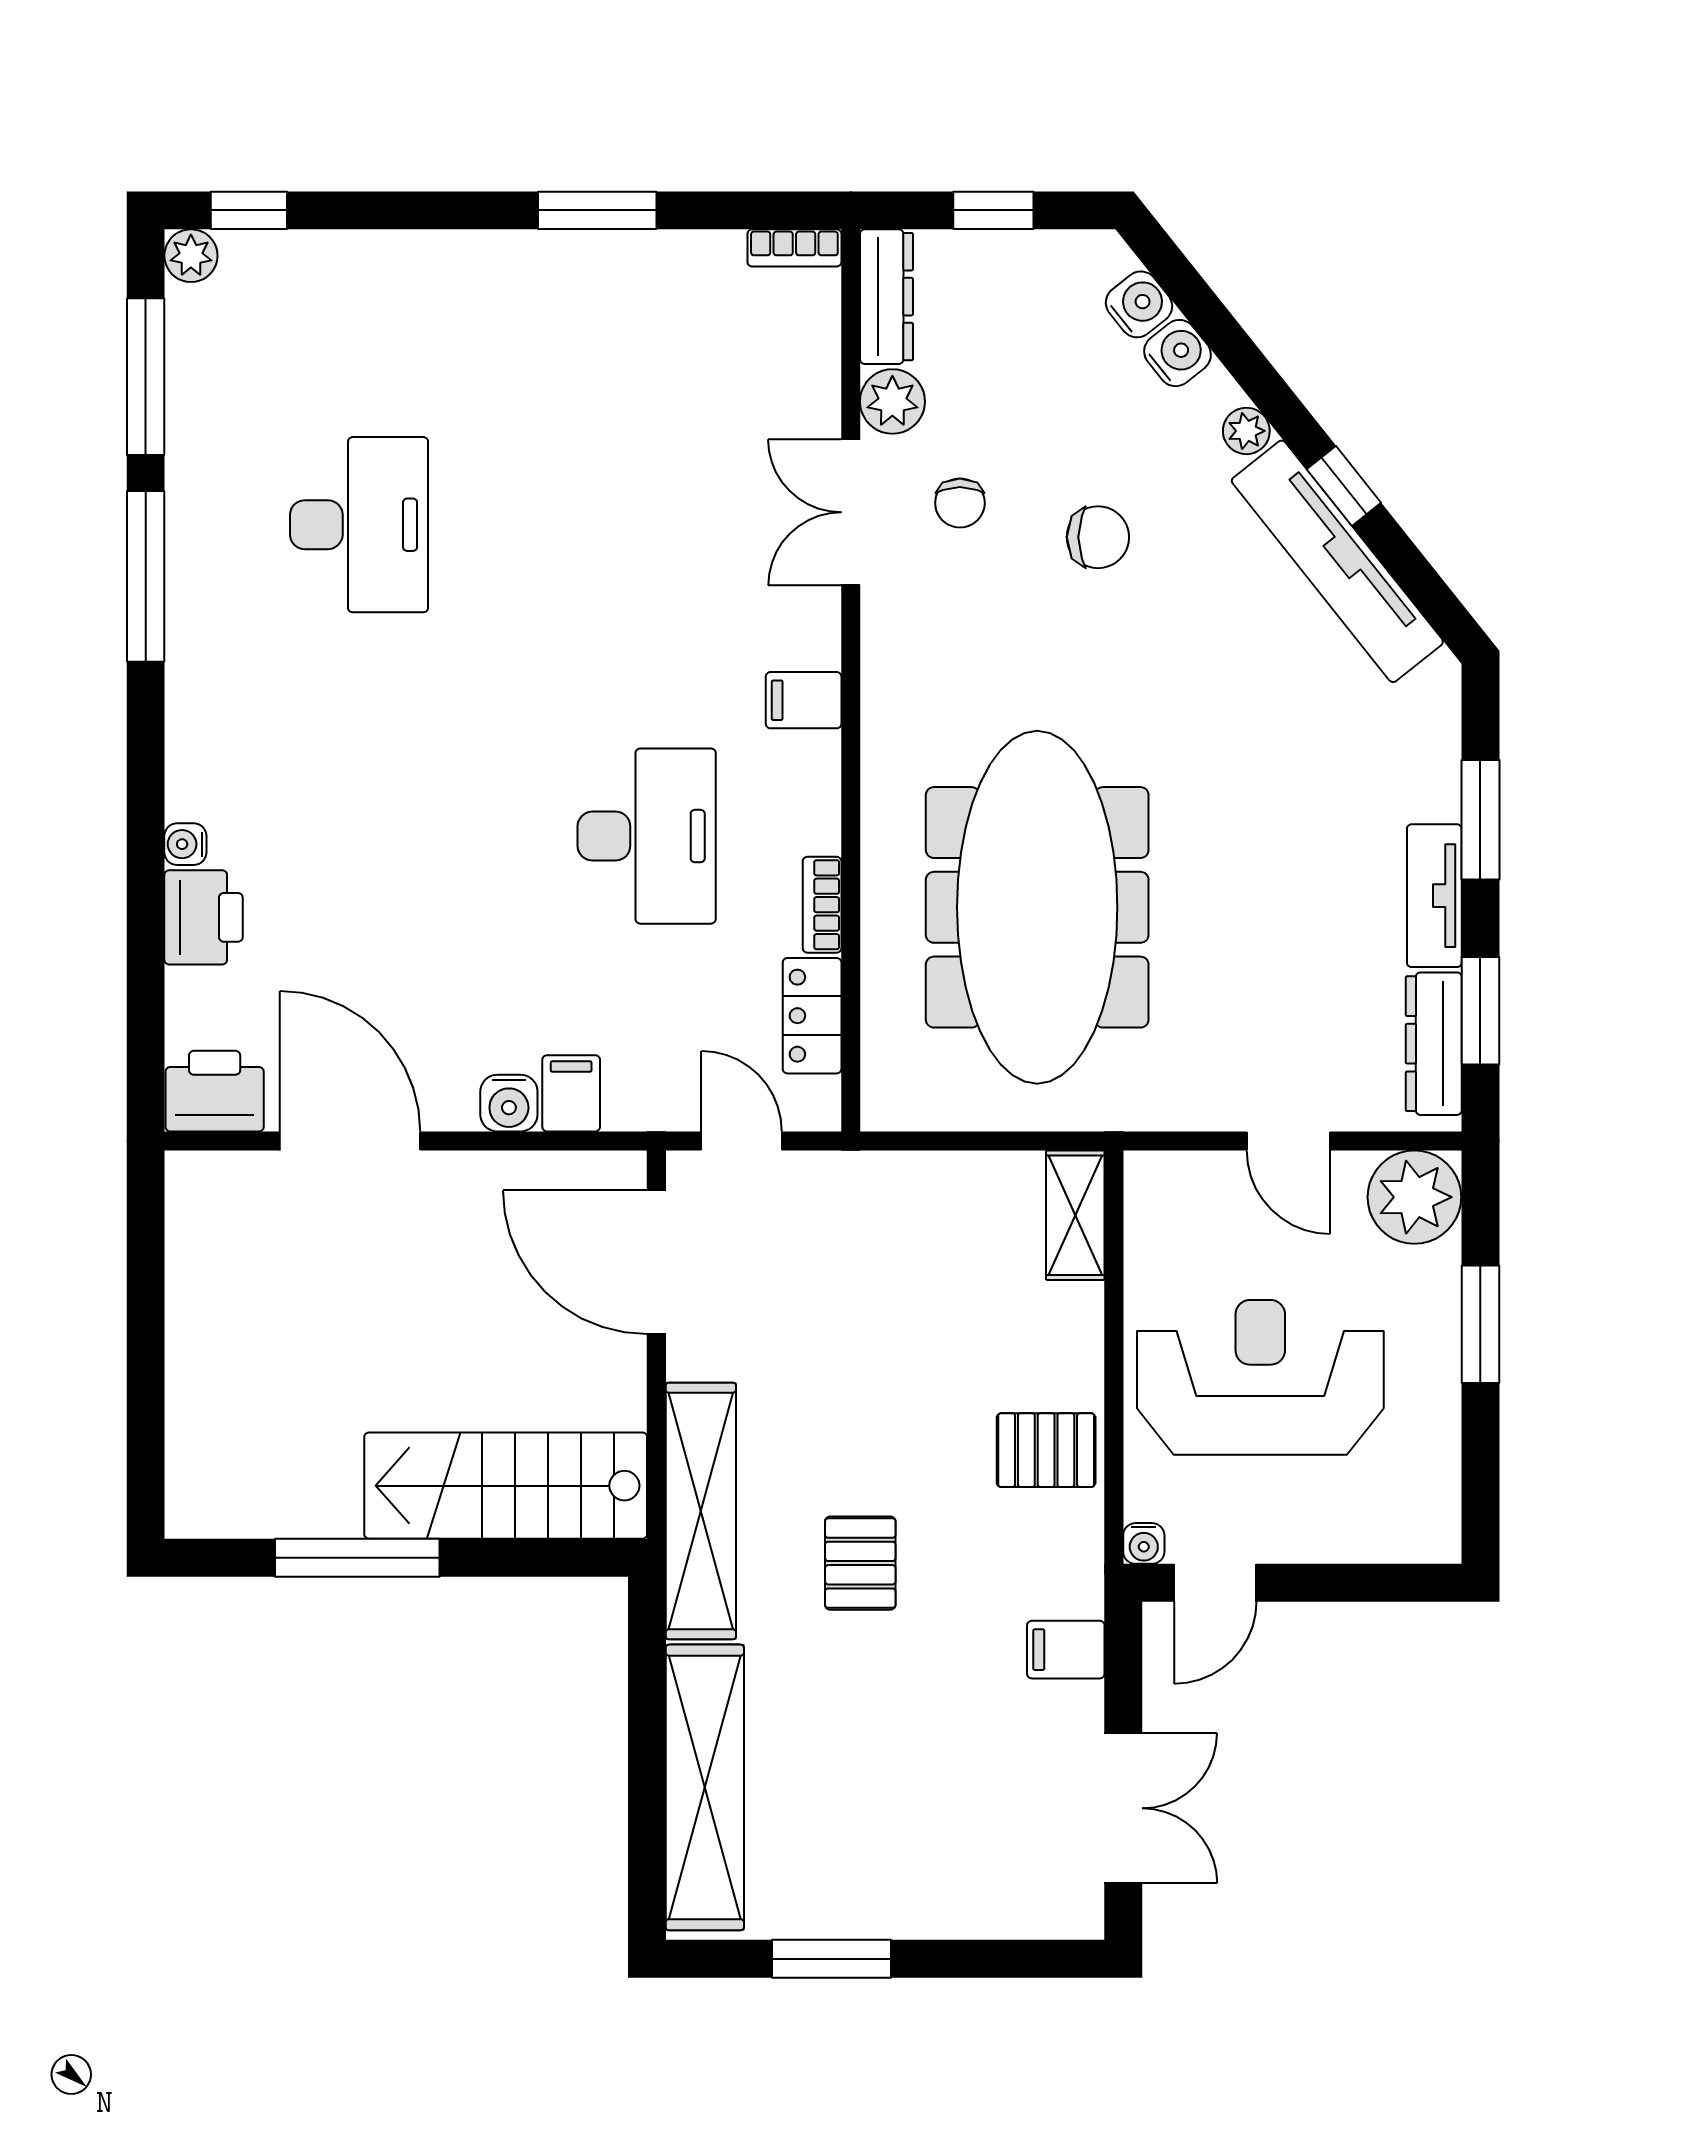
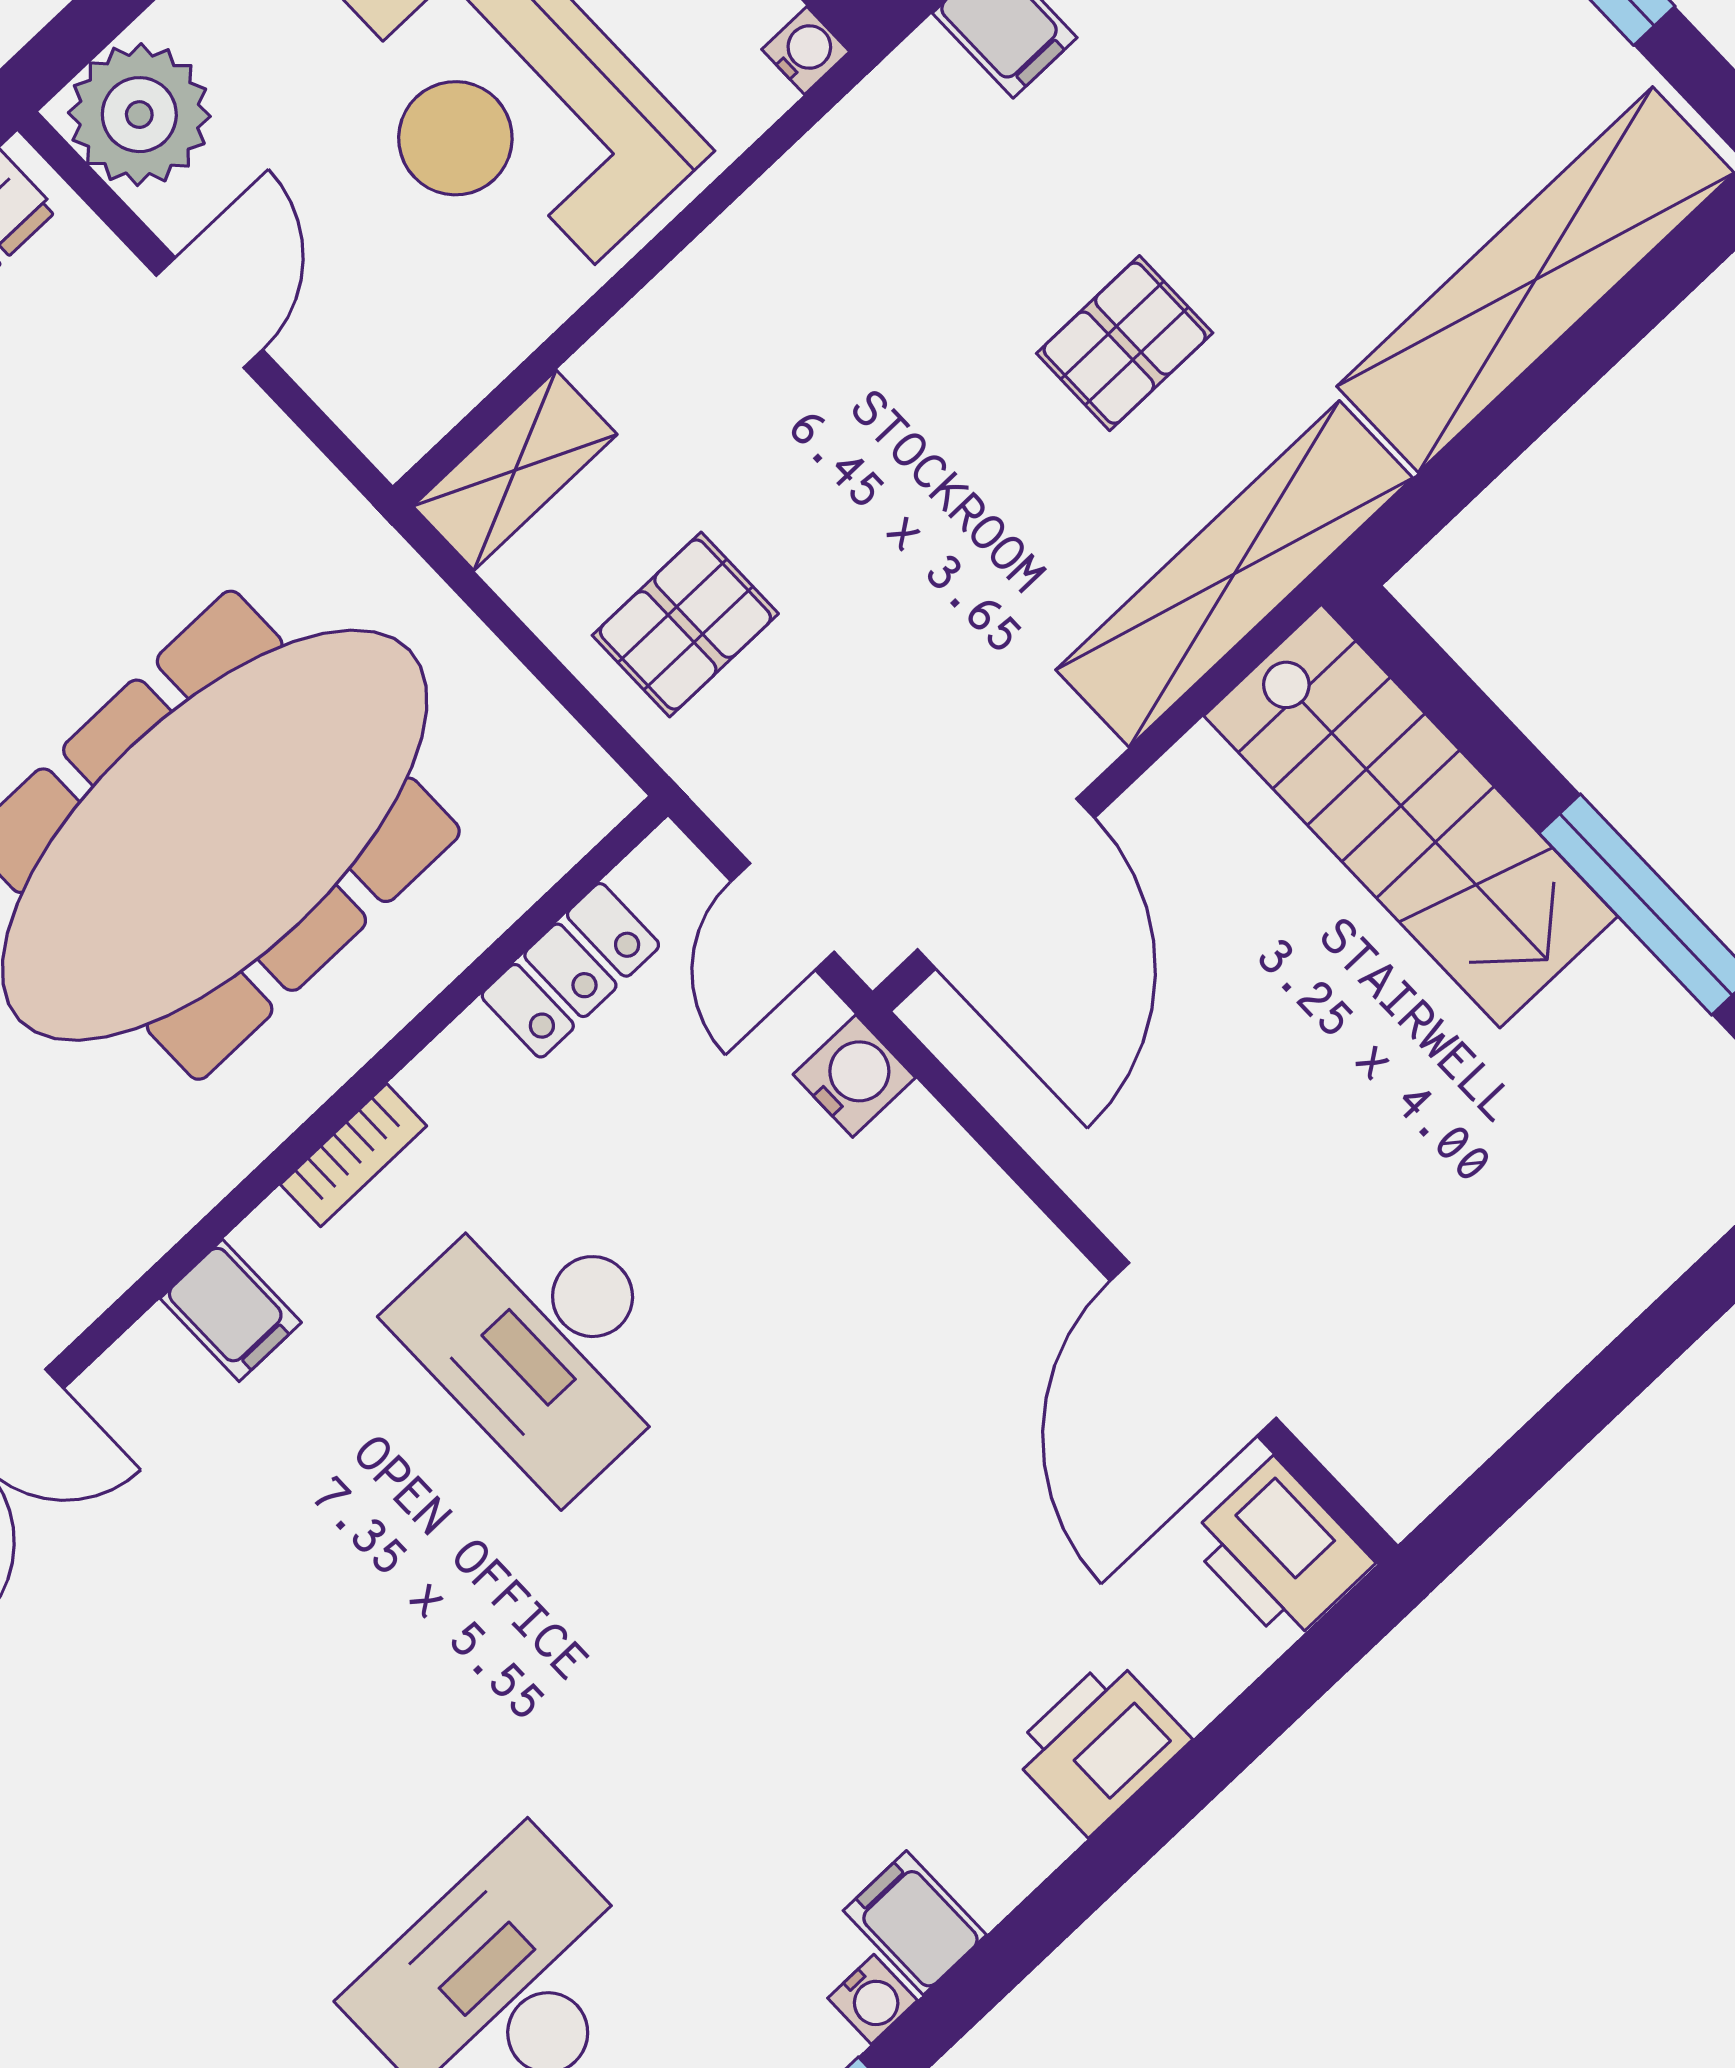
desk: (647, 836) -> (545, 1341), turned -90
water cooler: (185, 844) -> (873, 1999), moved
bookcase: (822, 905) -> (354, 1155), moved
filing cabinet: (571, 1093) -> (915, 1923), moved, turned 90
water cooler: (509, 1103) -> (854, 1076), moved
pallet: (1046, 1450) -> (685, 625), moved, turned 90

